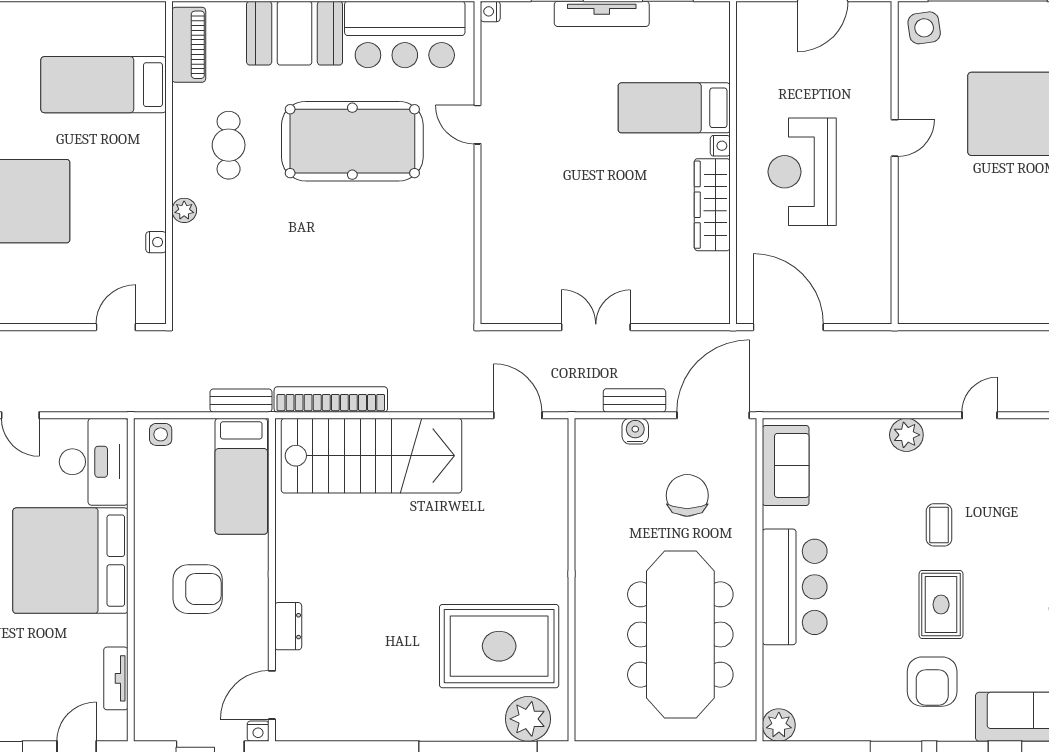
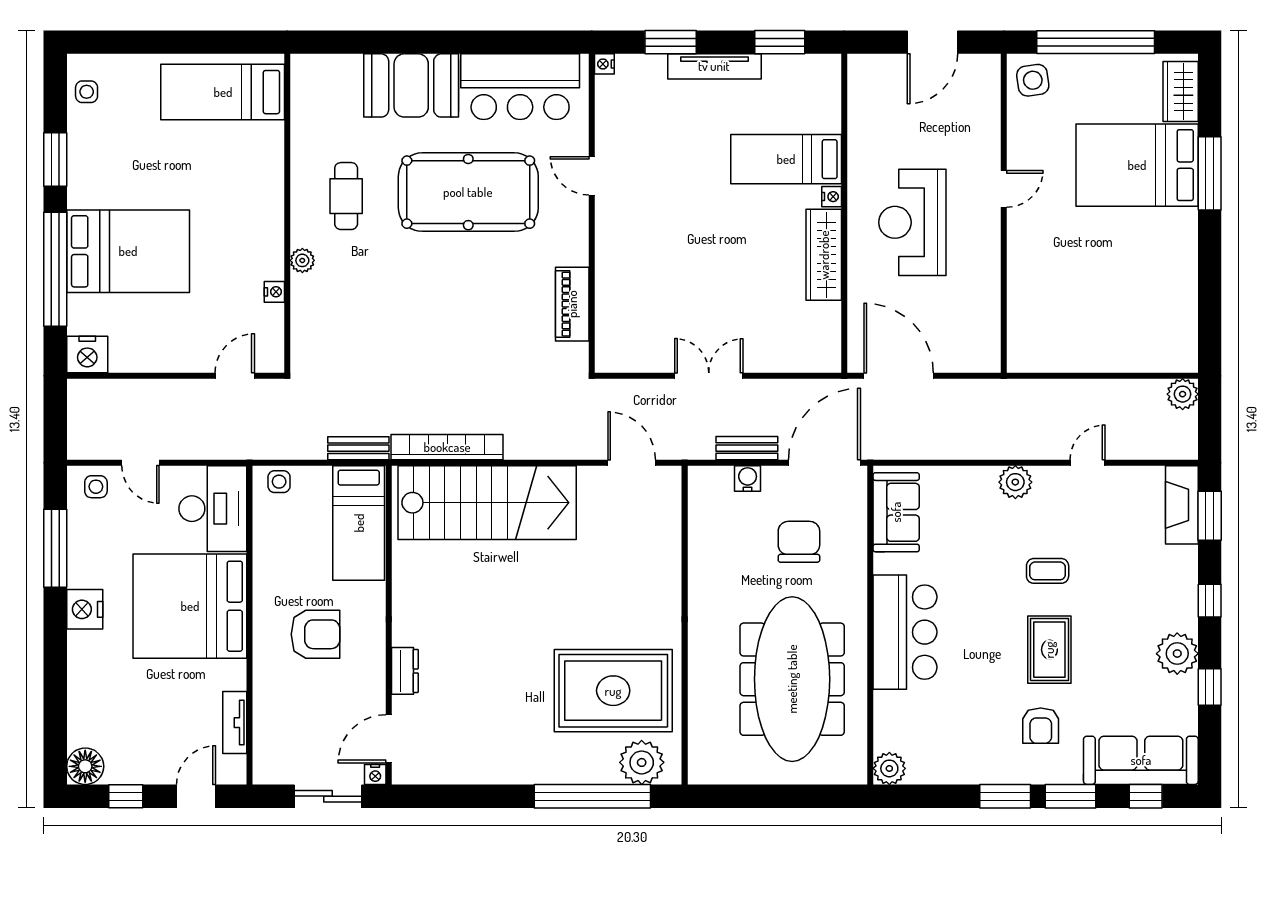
piano: (189, 45) -> (572, 304), moved, turned 180
bed: (104, 85) -> (223, 92), moved
coffee table: (939, 525) -> (1048, 571), turned 90
armchair: (932, 682) -> (1041, 726), width x0.72, depth x0.72

